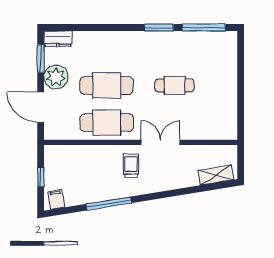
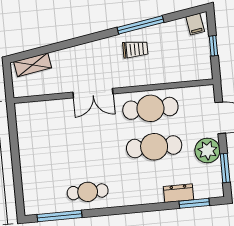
window: (159, 28) -> (194, 203), moved
dresser: (58, 39) -> (179, 193), moved
cafe table: (175, 85) -> (88, 192), moved
trolley: (131, 166) -> (135, 49), moved, turned -90

